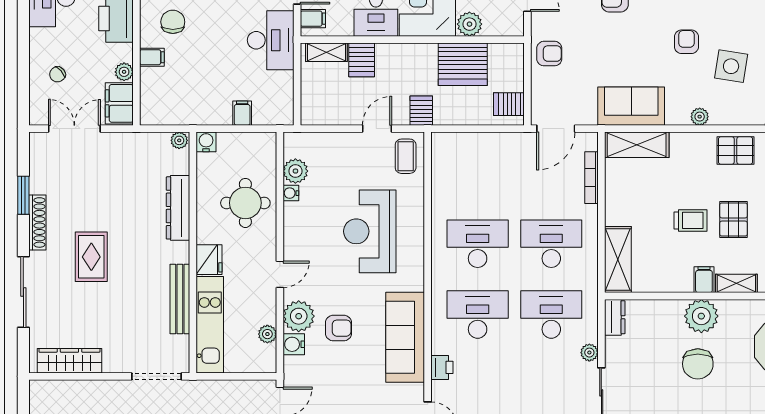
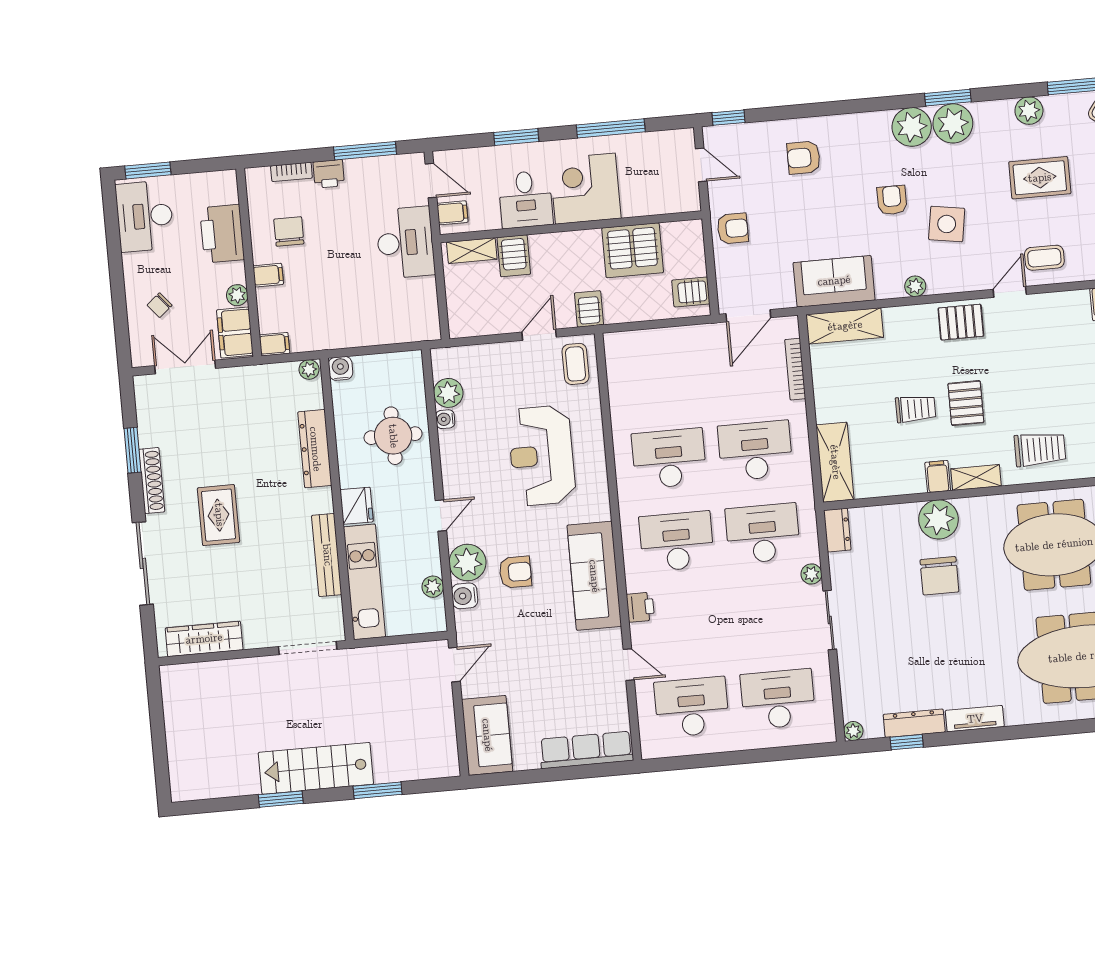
plant: (469, 24) -> (636, 203), removed
filing cabinet: (242, 113) -> (274, 344), moved, turned 90

